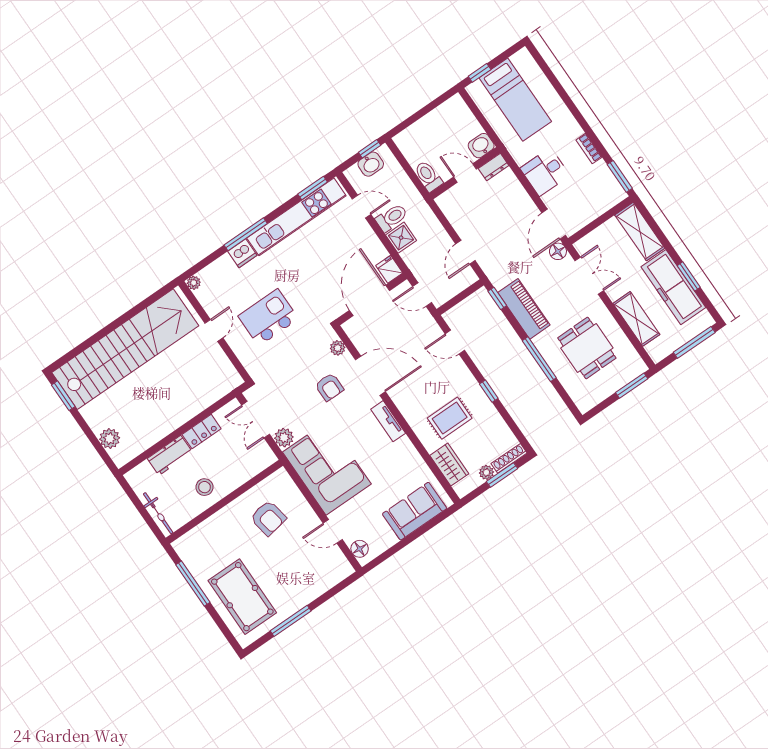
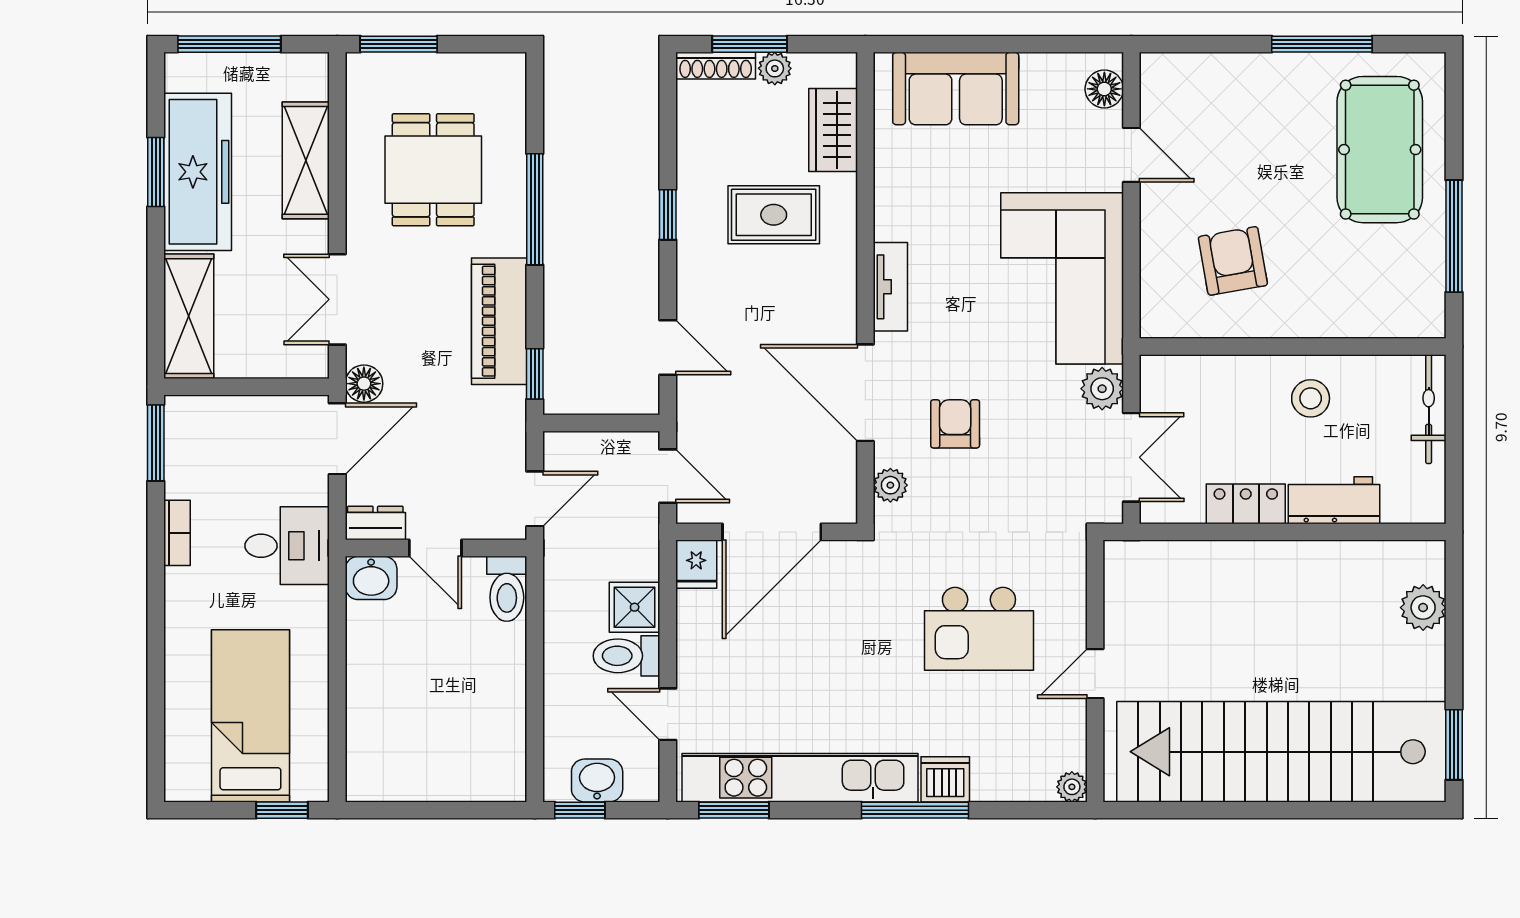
washbasin: (481, 146) -> (371, 578), moved
dresser: (494, 167) -> (375, 523), moved
door: (465, 173) -> (435, 548), moved
wall: (465, 173) -> (436, 548), moved
toilet: (428, 176) -> (507, 589), moved

